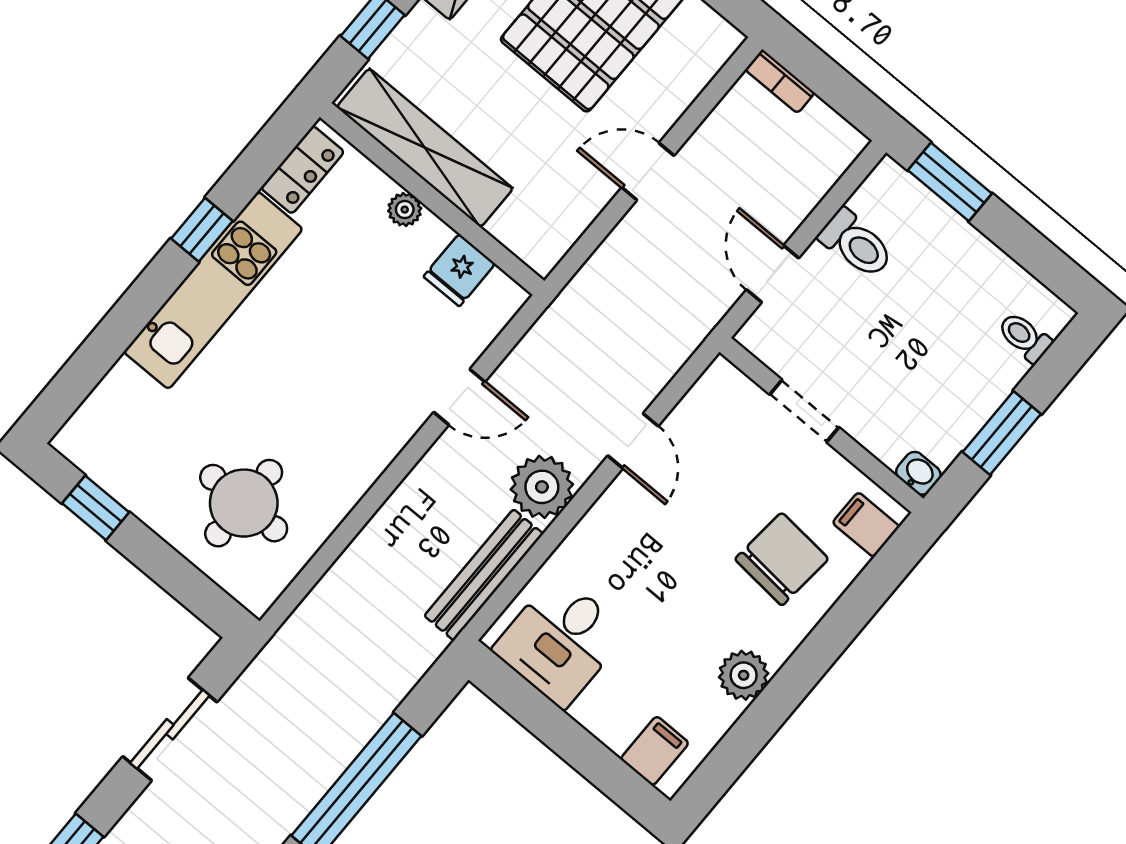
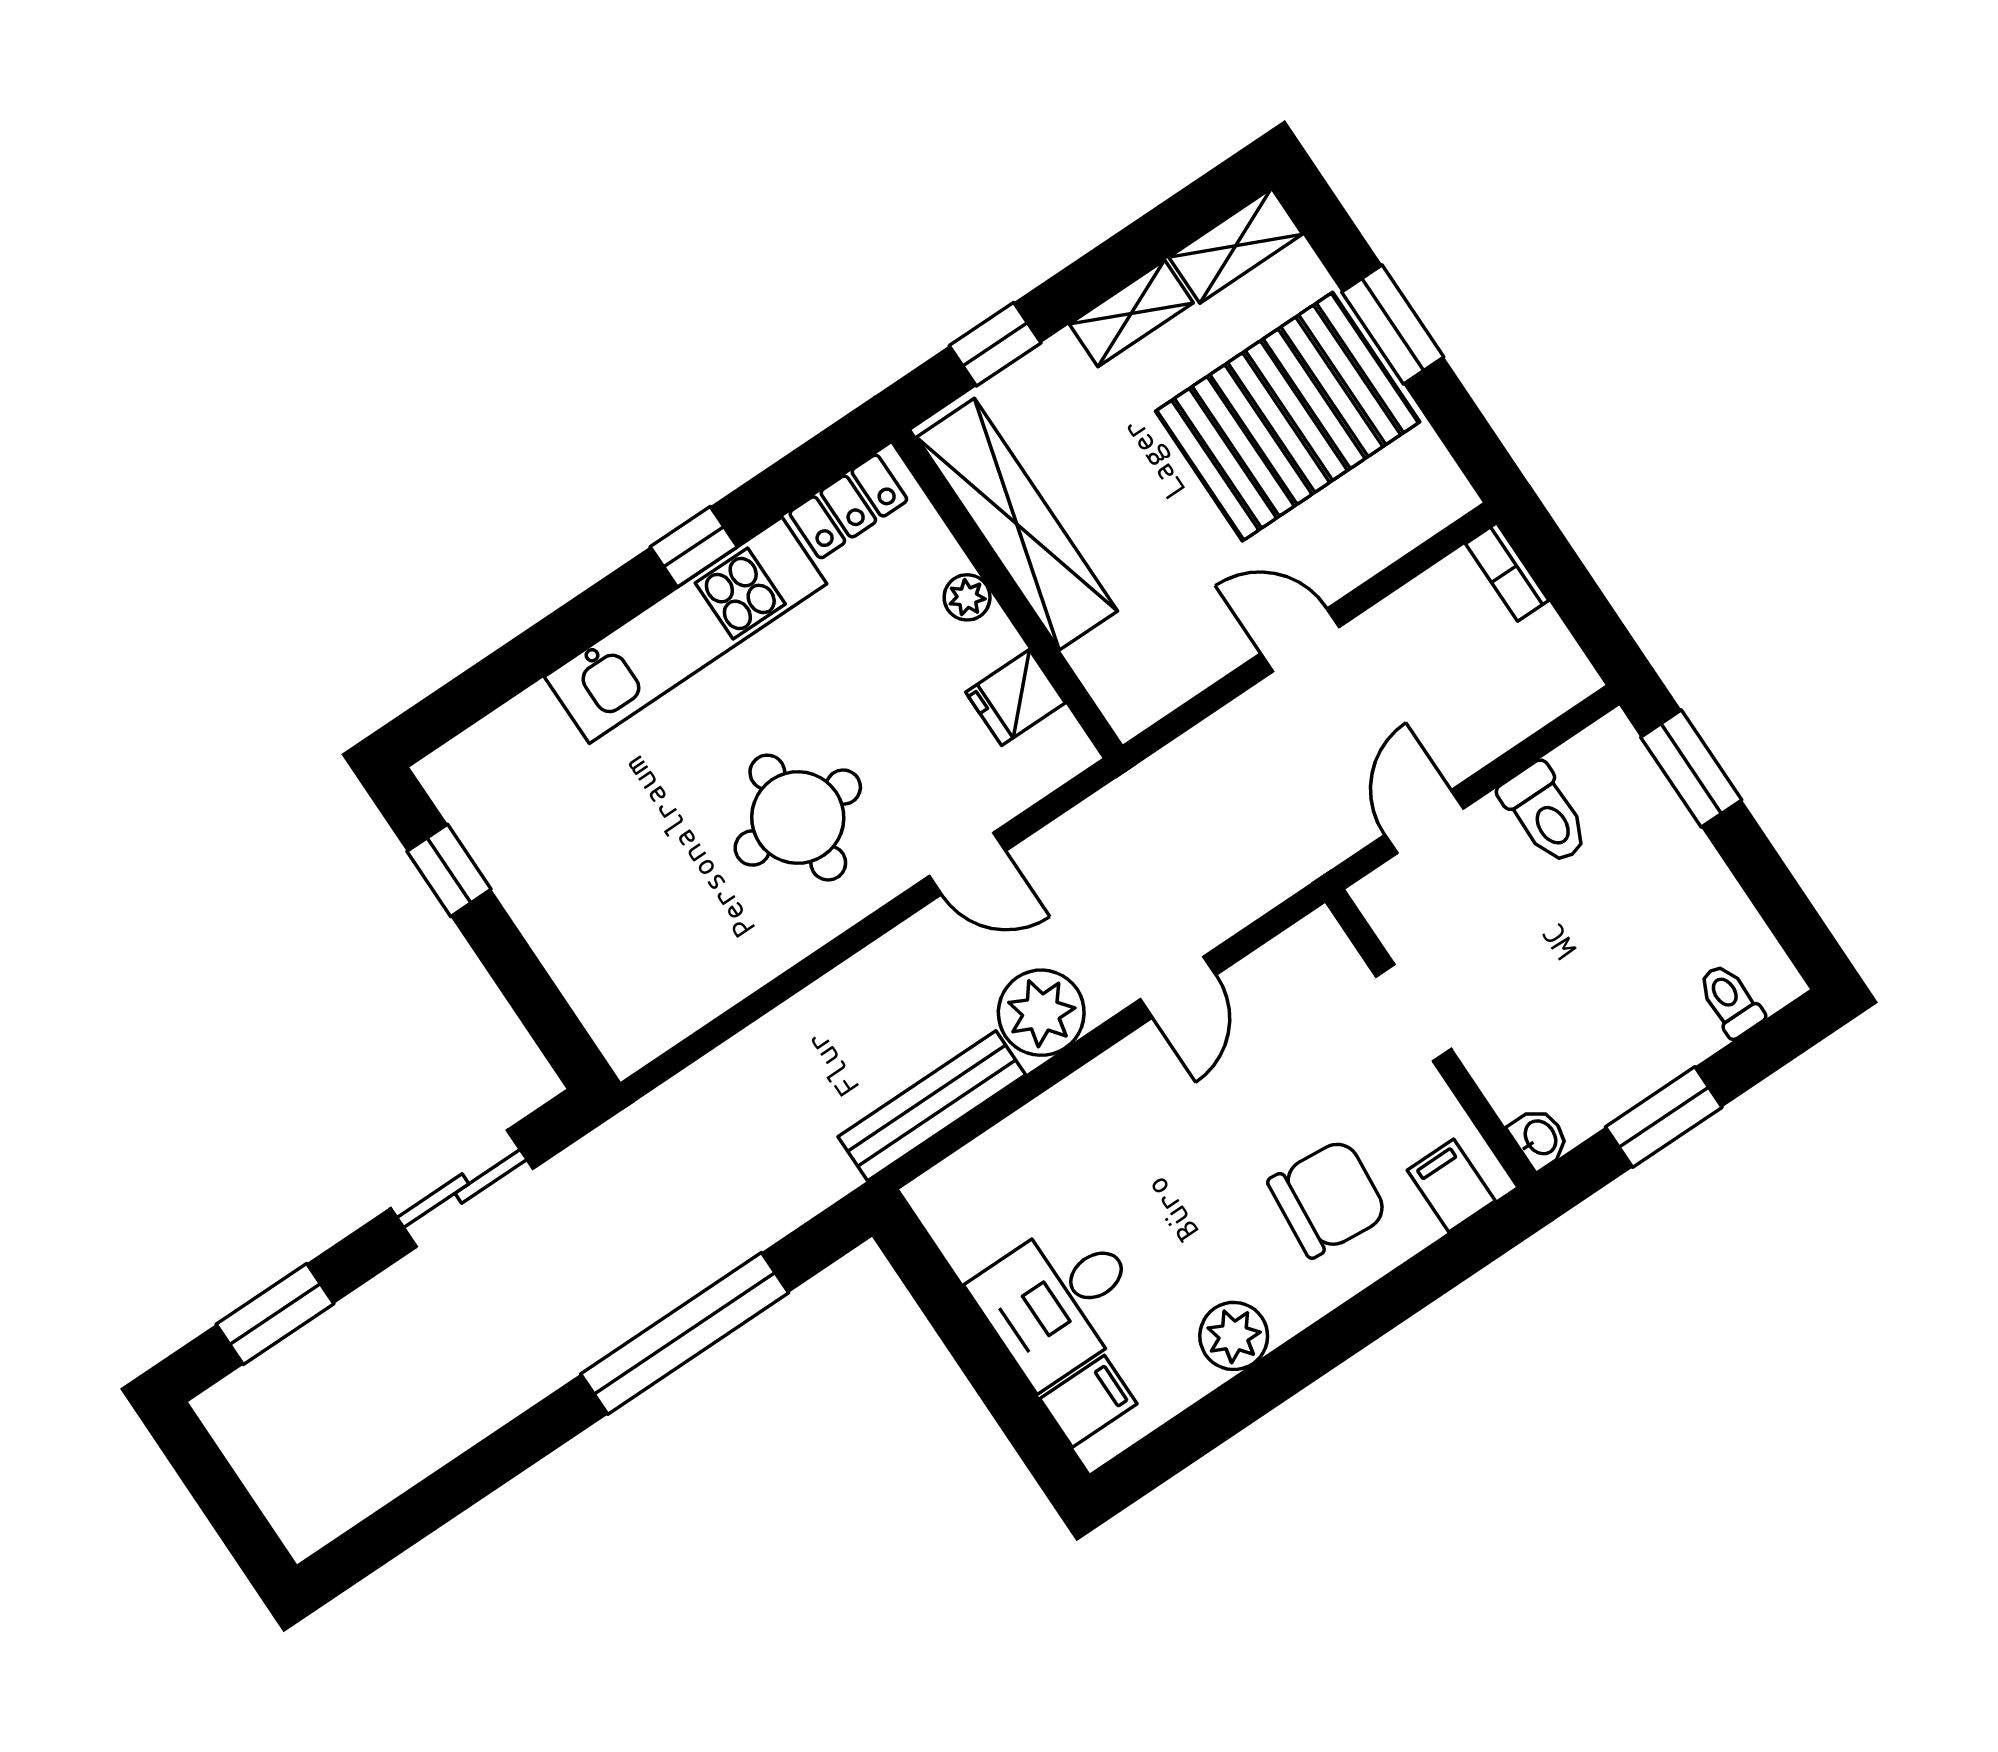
round table: (244, 503) -> (798, 818), moved
desk: (560, 641) -> (1059, 1300), moved

